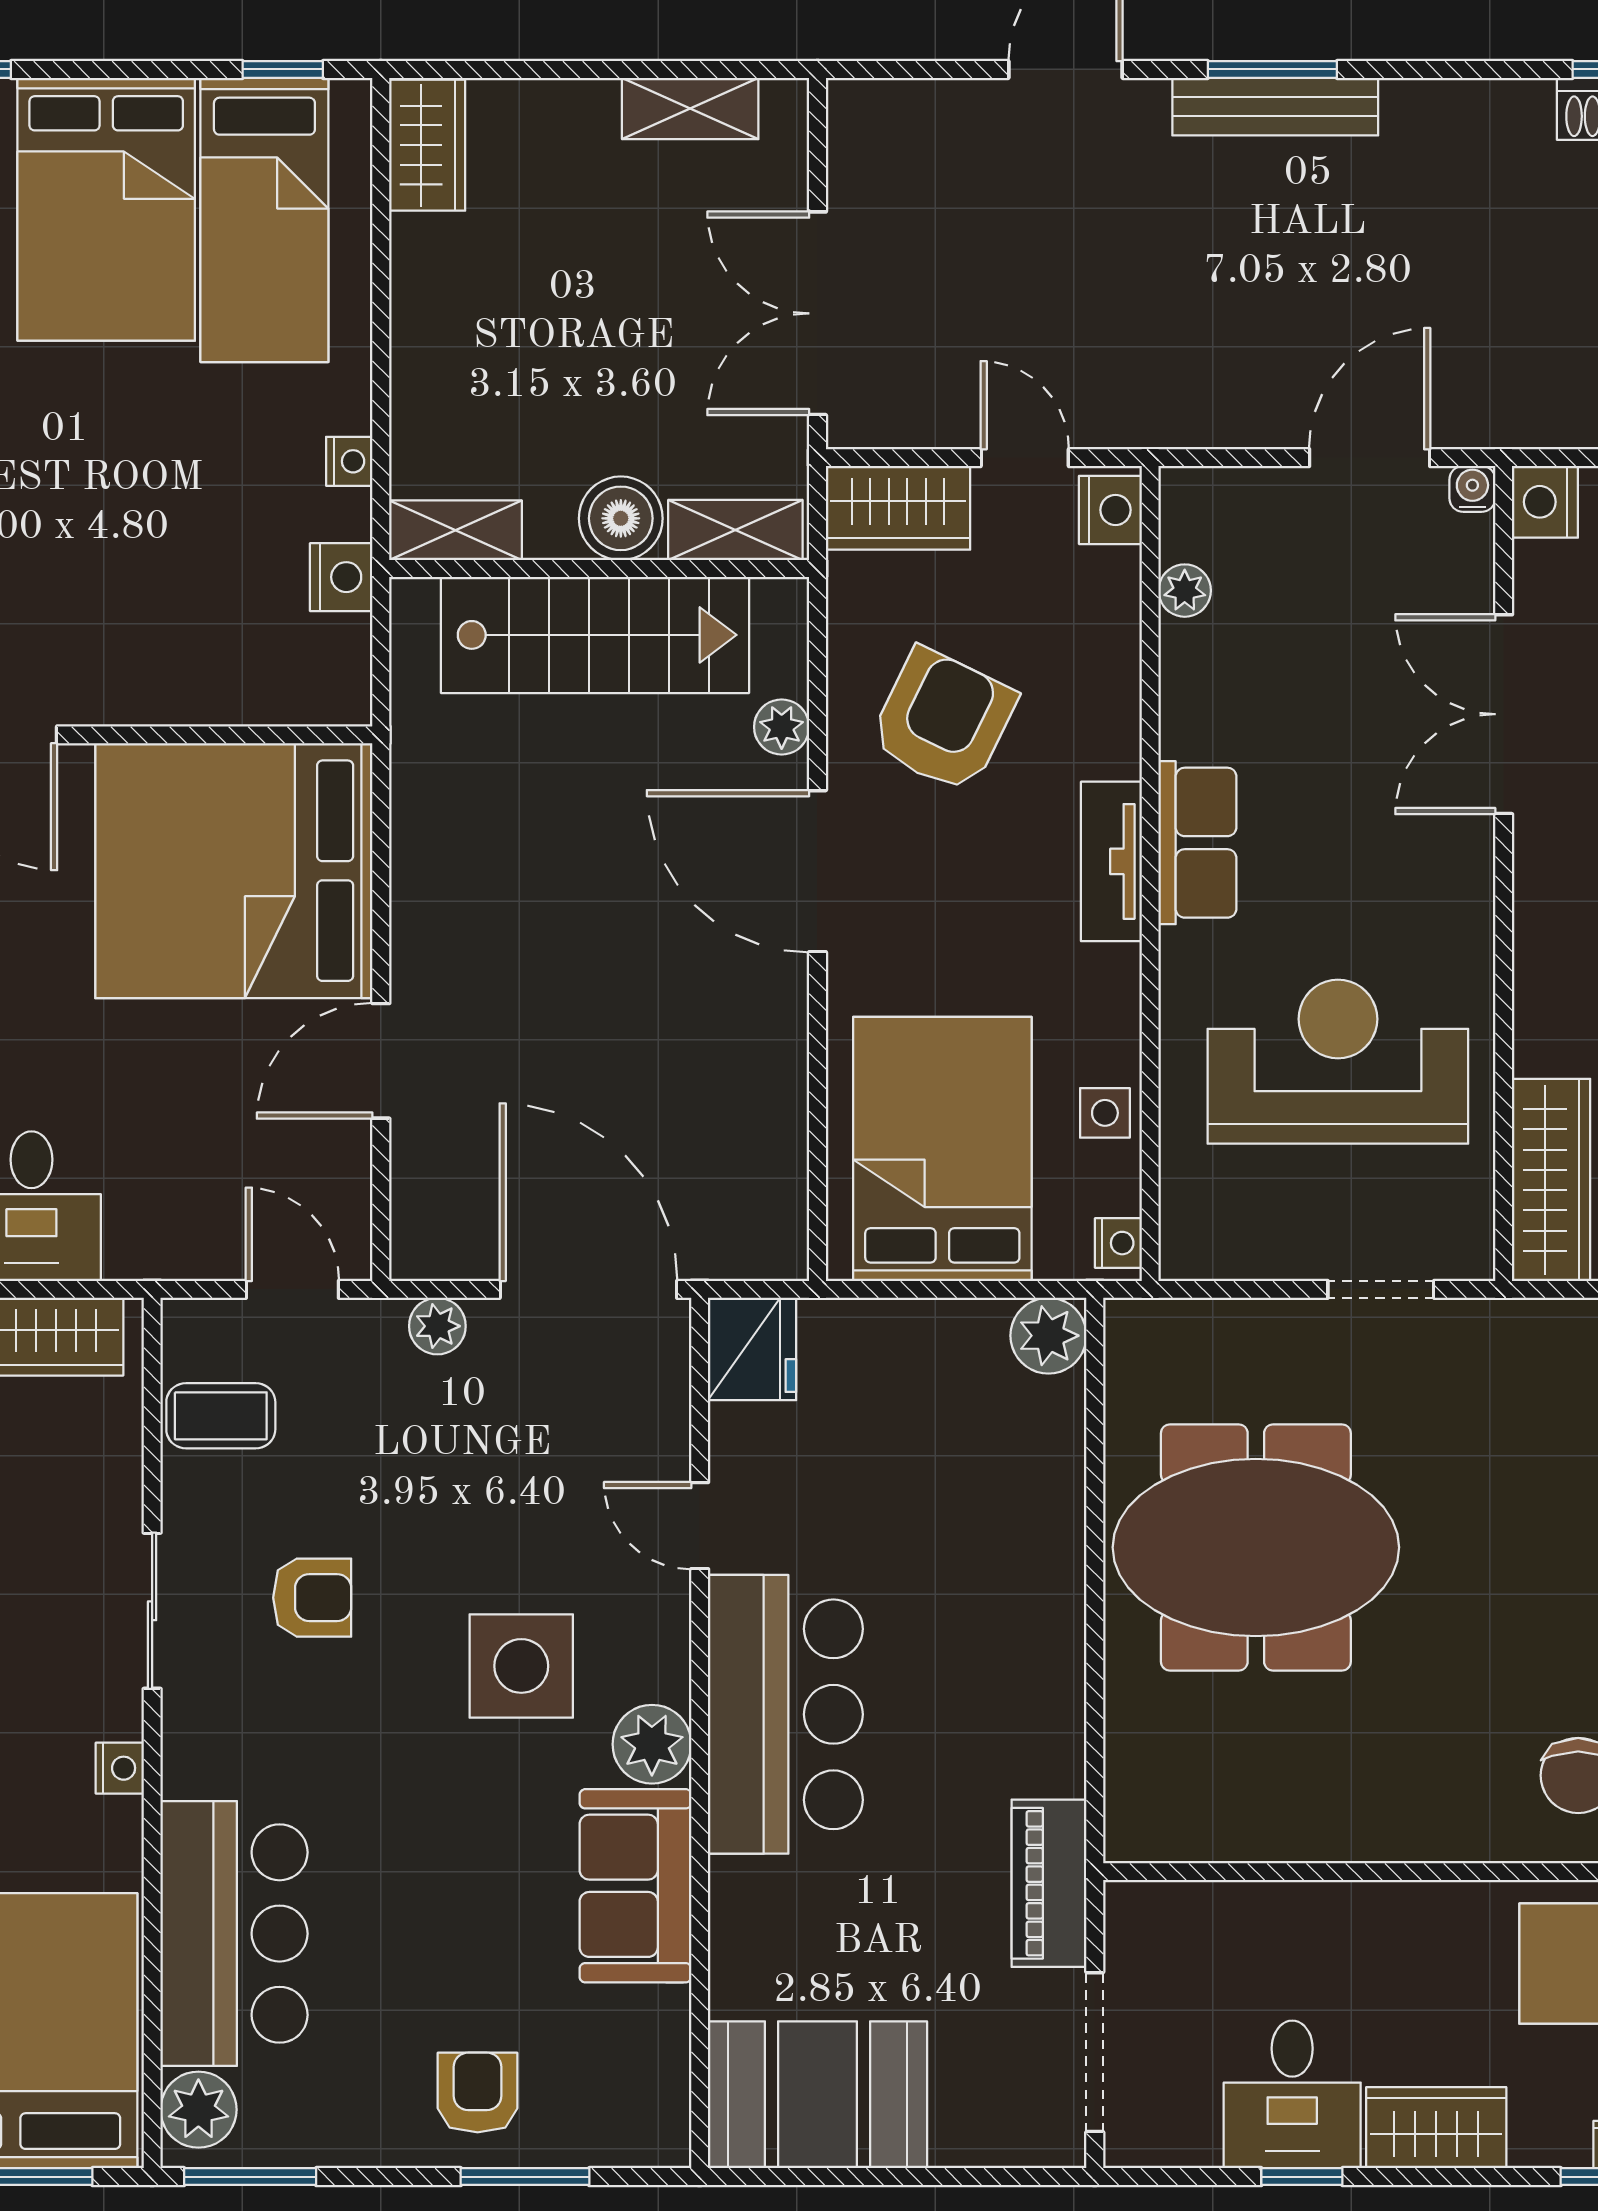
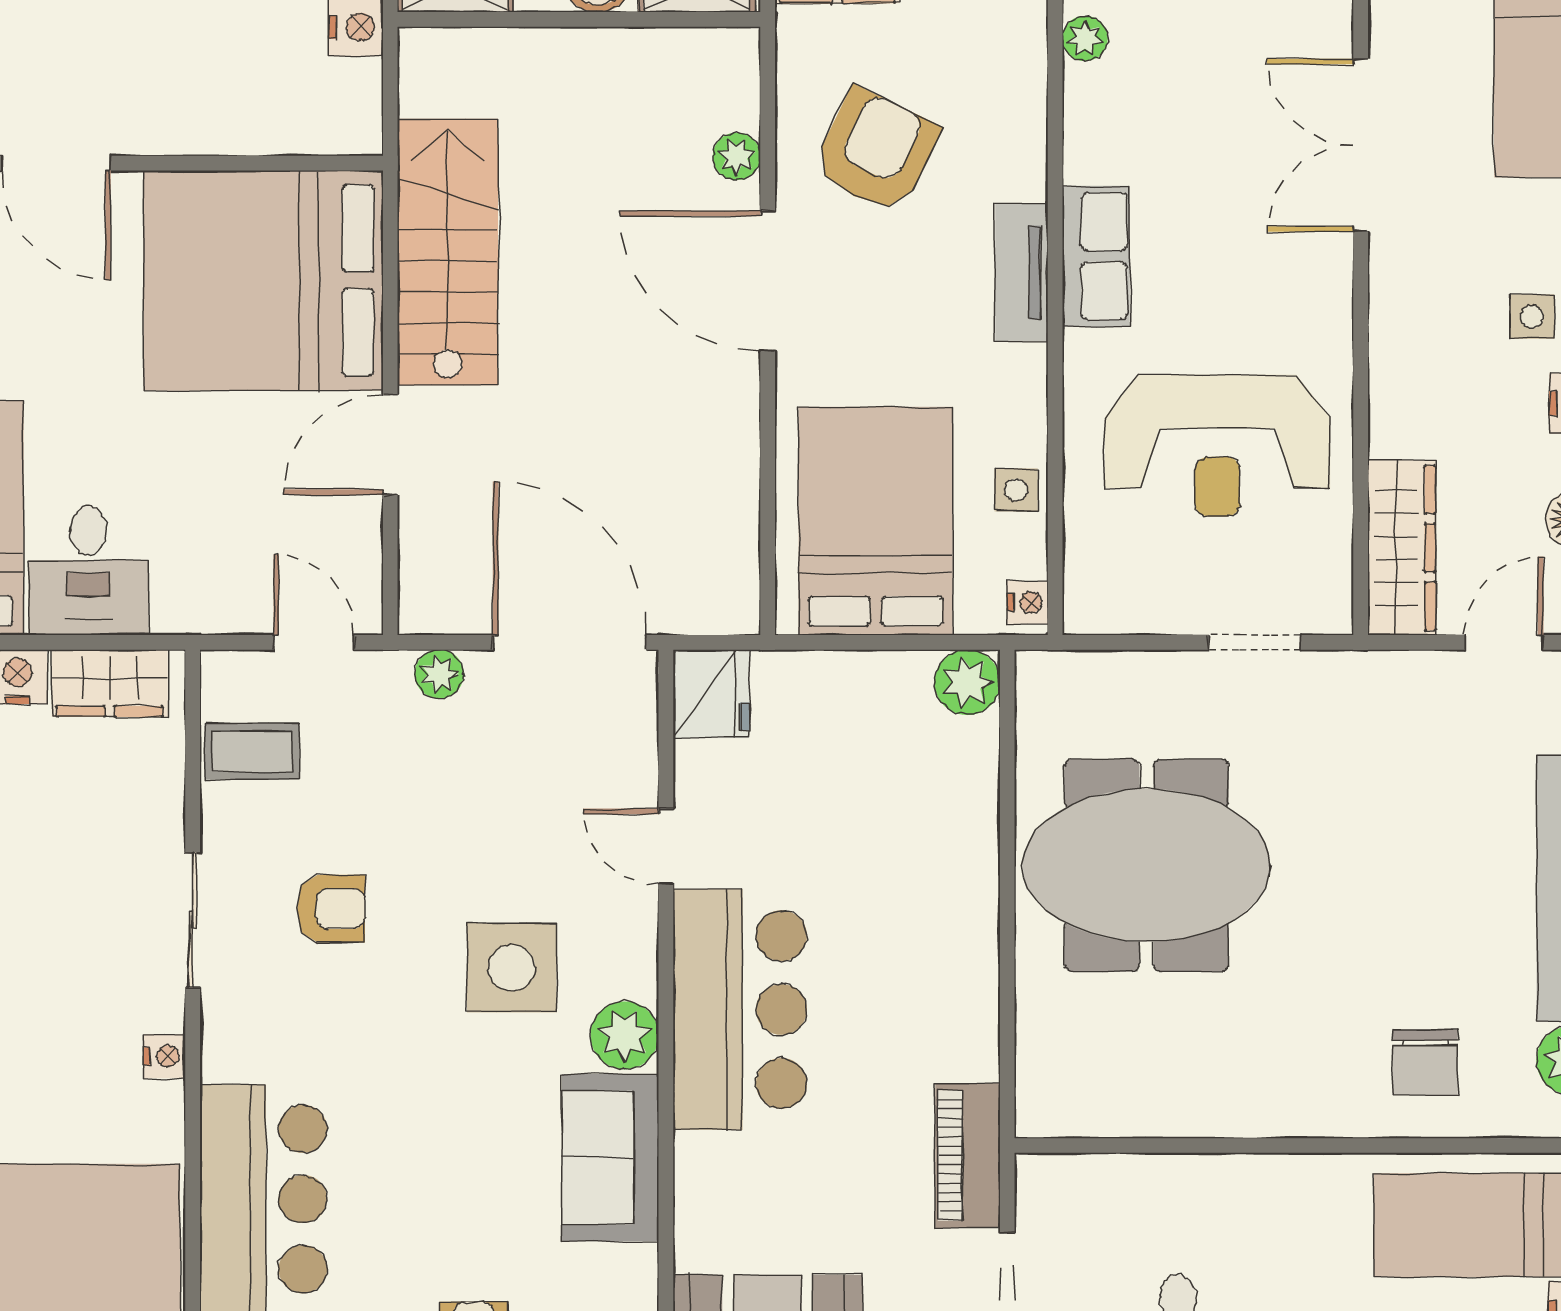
stairs: (595, 635) -> (448, 252), moved, turned -90
reception desk: (1338, 1062) -> (1217, 446), turned 180

